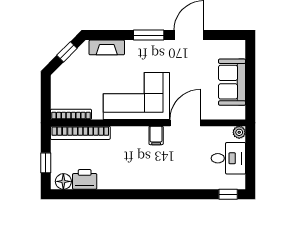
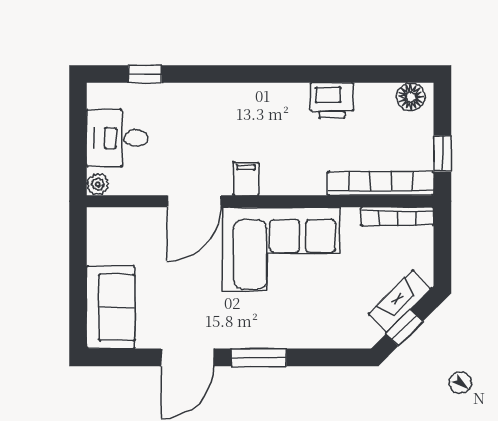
fireplace: (107, 47) -> (400, 301), moved, turned -45
sofa: (232, 82) -> (111, 307), moved
window: (46, 163) -> (442, 154), moved
printer: (85, 179) -> (332, 100), moved
window: (228, 194) -> (145, 74), moved

